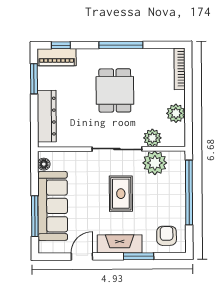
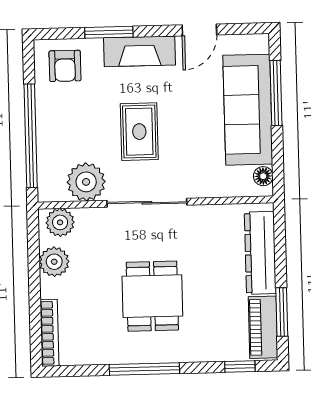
piano: (57, 57) -> (263, 327), moved, turned -90
plant: (152, 138) -> (60, 222), moved

